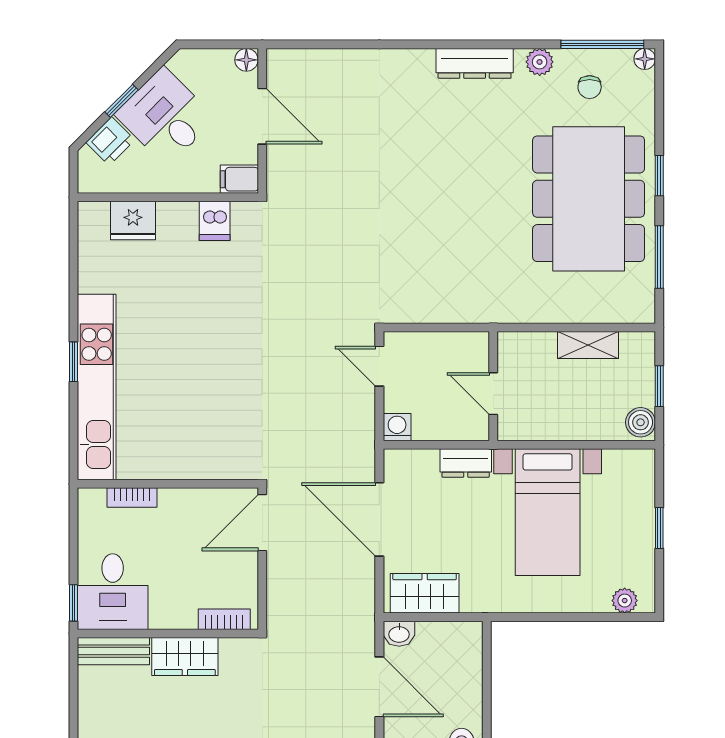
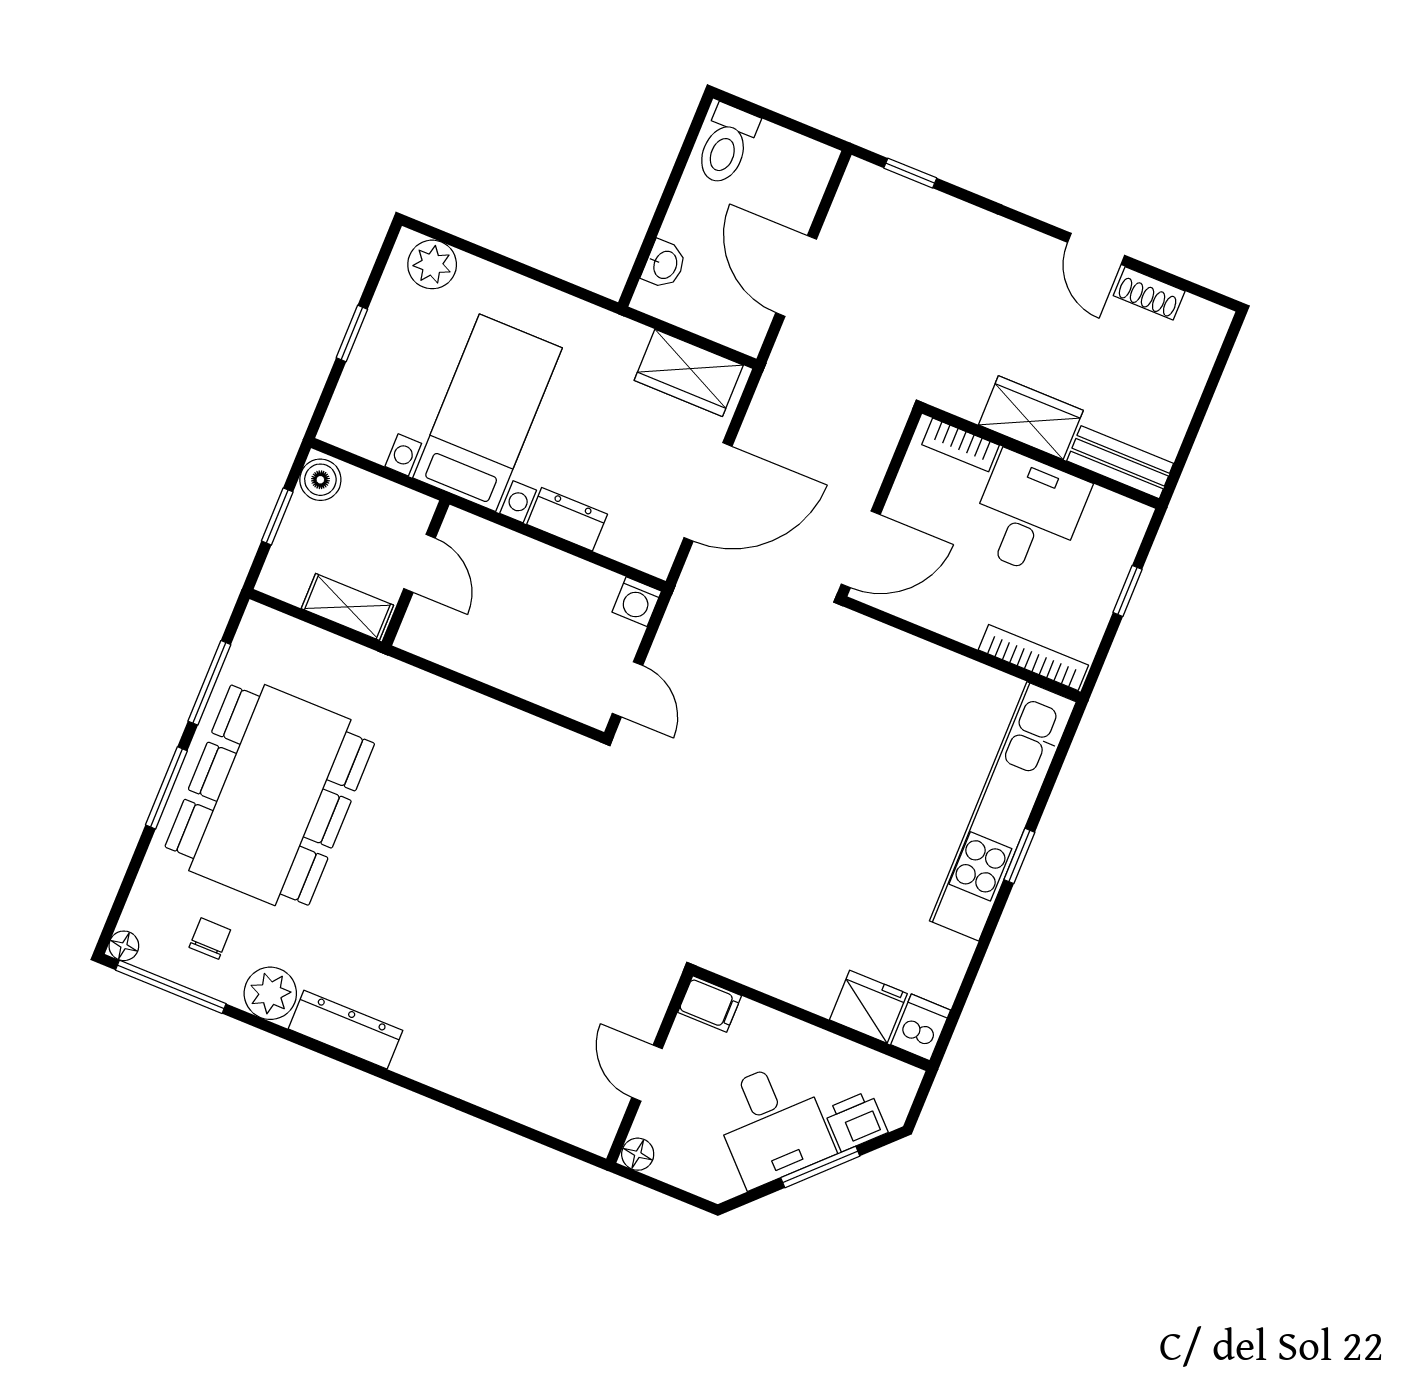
plant: (540, 62) -> (270, 993), width x1.38, depth x1.38
window: (121, 101) -> (820, 1167), width x1.50
door: (262, 116) -> (647, 1073), width x0.73
window: (659, 176) -> (166, 788), width x1.50
dishwasher: (215, 221) -> (921, 1027), moved
wall: (493, 386) -> (416, 573), moved
door: (493, 394) -> (420, 563), moved
bookcase: (132, 498) -> (1033, 658), width x1.56
door: (379, 519) -> (708, 492), hinge flipped
desk: (113, 592) -> (1028, 514), moved
plant: (625, 601) -> (432, 264), width x1.38, depth x1.38
window: (73, 603) -> (1128, 591), moved
washbasin: (399, 634) -> (664, 264), moved, turned 90

